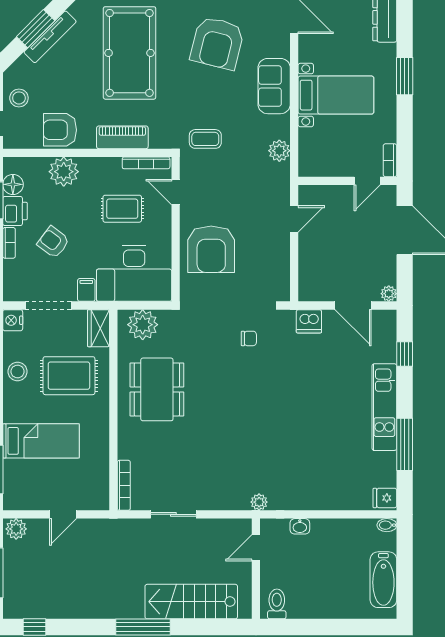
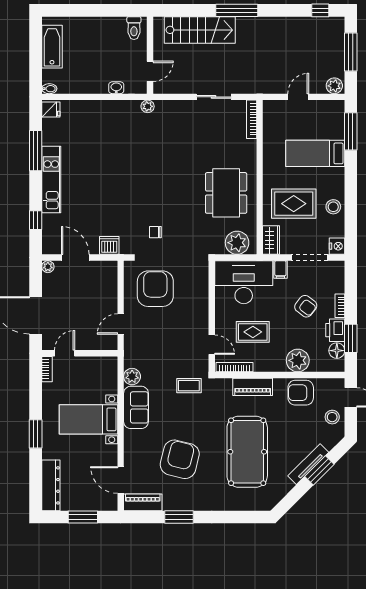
sofa: (274, 86) -> (136, 407), moved
armchair: (60, 130) -> (301, 393), turned 180
armchair: (211, 249) -> (155, 289), moved

